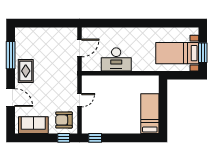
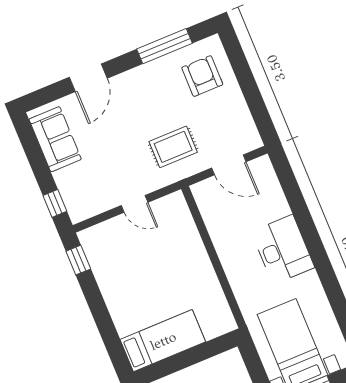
desk: (116, 59) -> (283, 249), moved, turned 180
rug: (26, 71) -> (173, 147), moved
armchair: (64, 120) -> (202, 76), moved

